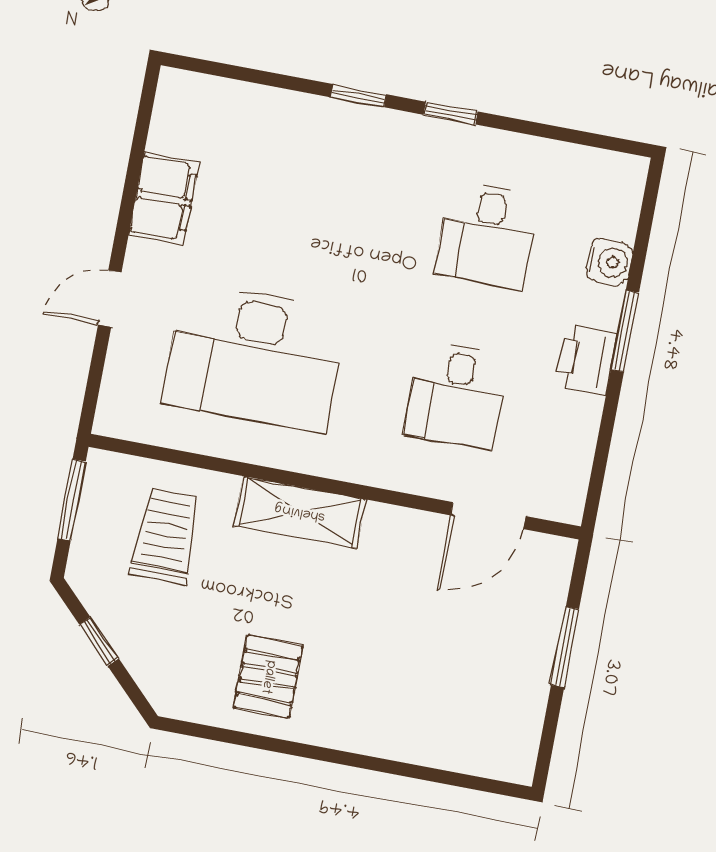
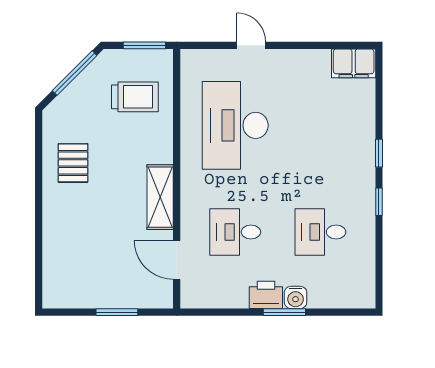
filing cabinet: (164, 198) -> (354, 63), moved
water cooler: (609, 262) -> (296, 297), moved
shelving: (300, 512) -> (160, 197), moved
window: (99, 642) -> (75, 73), width x2.17
pallet: (268, 677) -> (73, 163), turned 90

